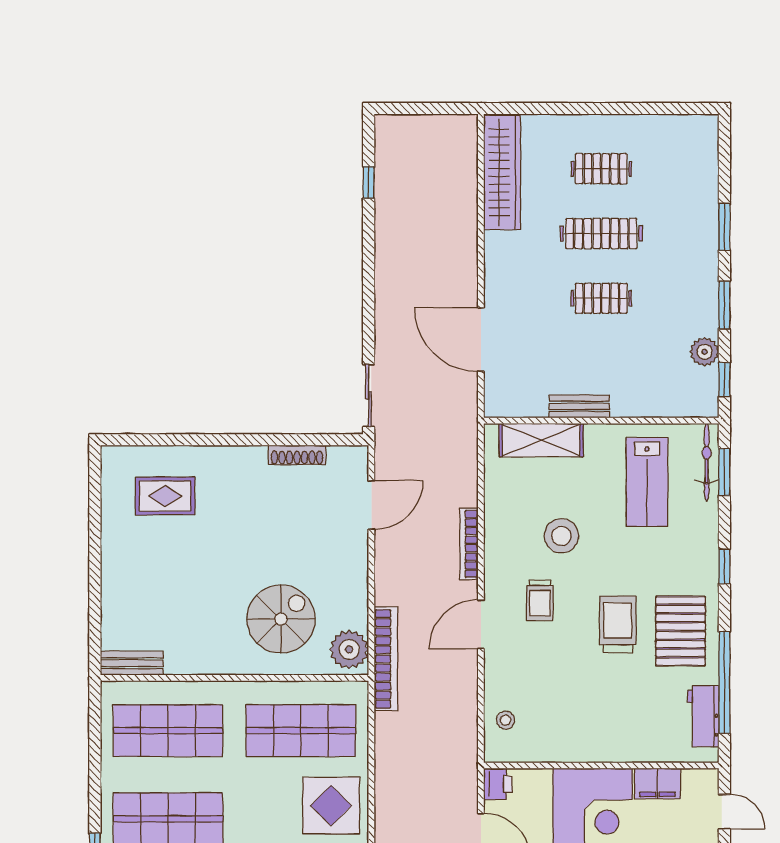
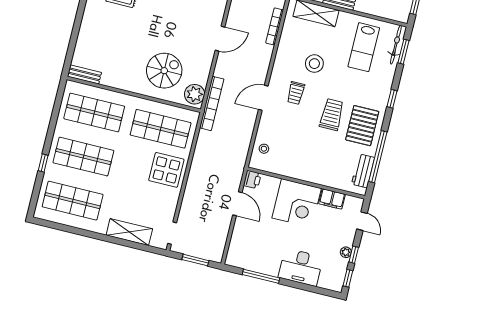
door: (371, 505) -> (220, 39), moved
bookcase: (469, 544) -> (275, 26), moved

